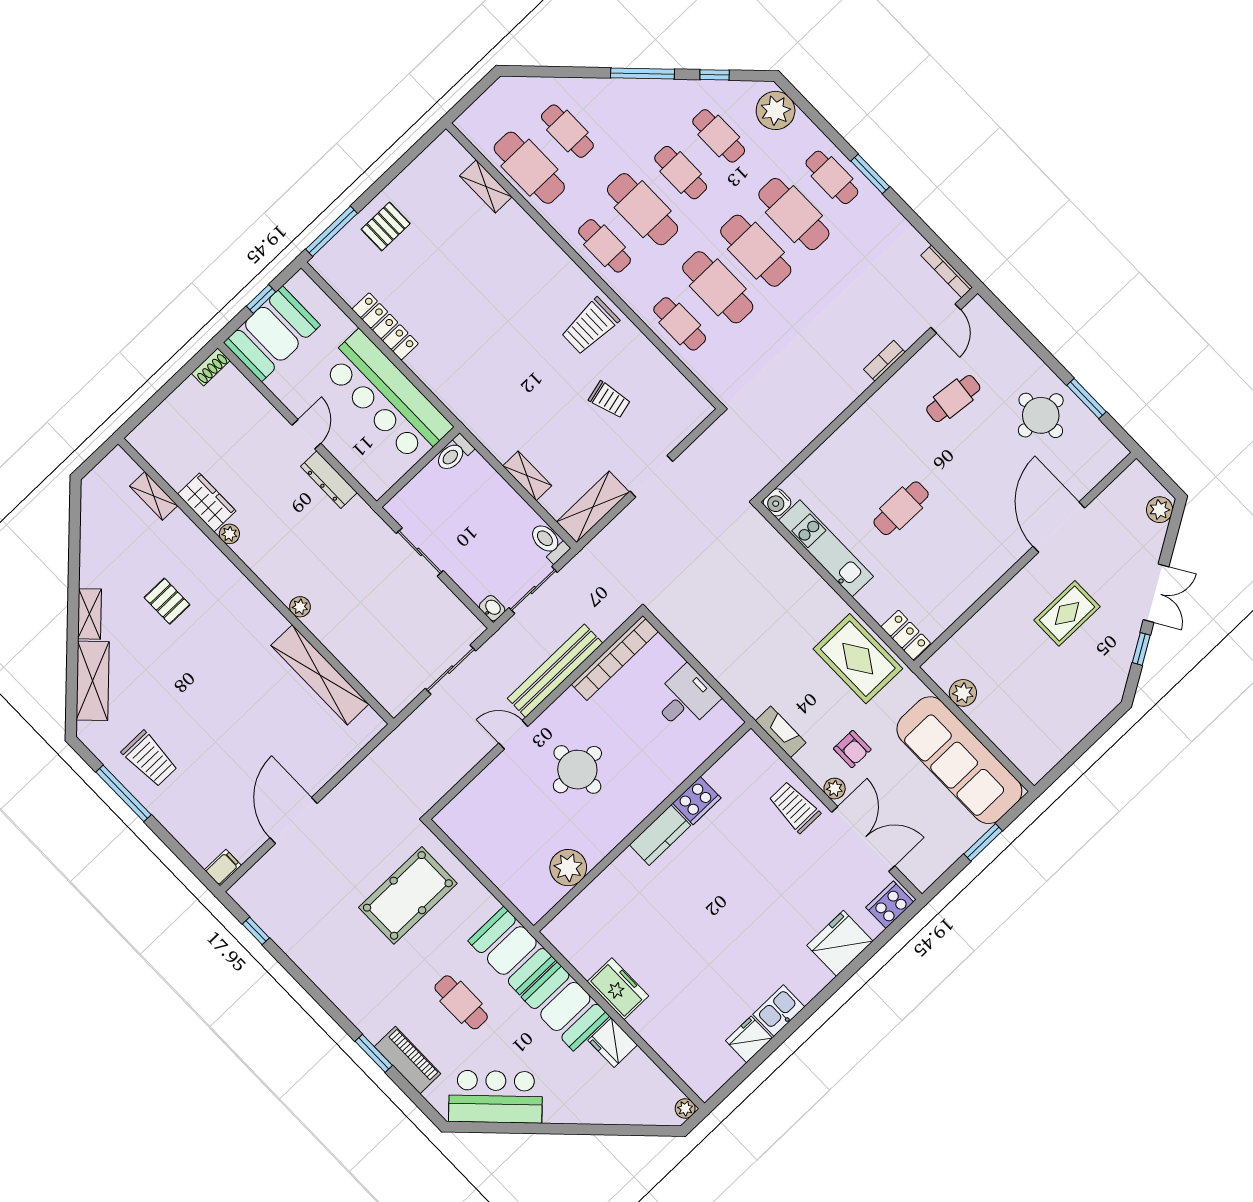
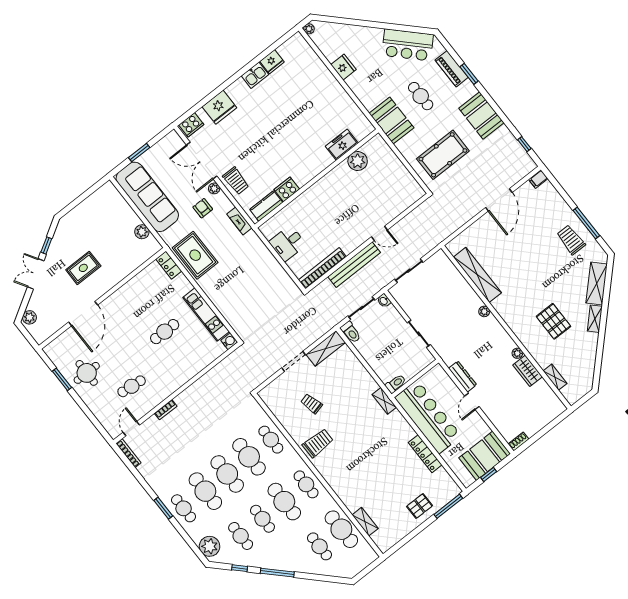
shelving: (527, 476) -> (384, 401), moved
pallet: (167, 601) -> (554, 321), width x1.50, depth x1.42
round table: (577, 770) -> (348, 212), removed
kitchen counter: (660, 835) -> (266, 206), moved
freezer: (618, 989) -> (342, 145), moved, turned 90
booth: (565, 1006) -> (481, 115), moved

